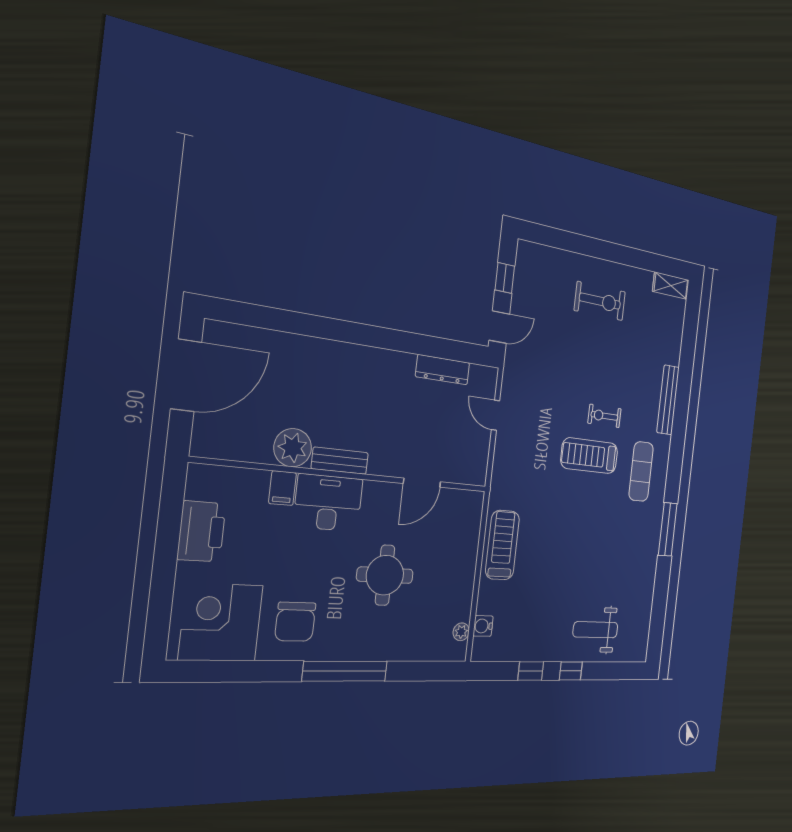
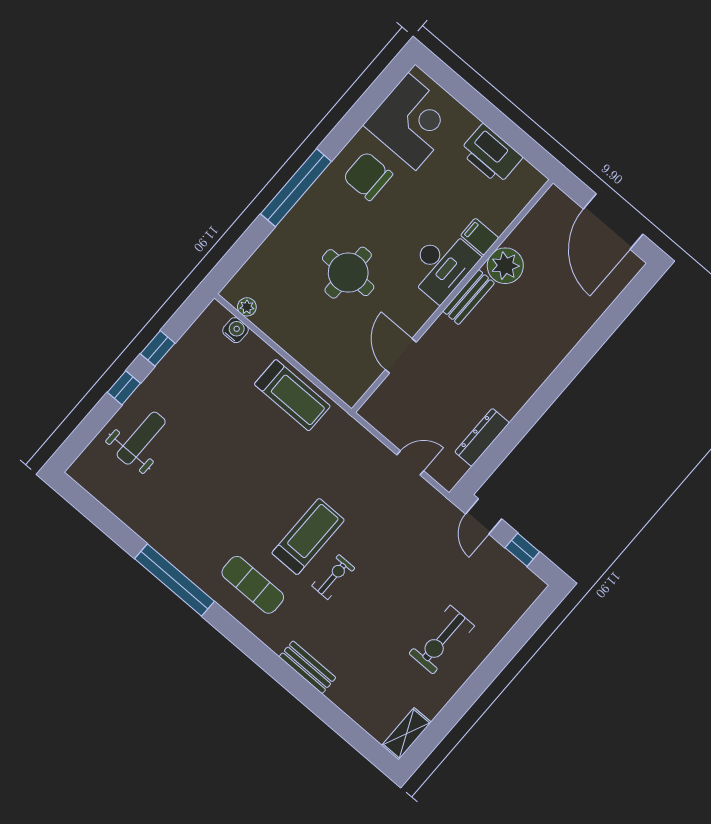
bench: (668, 400) -> (307, 667), width x0.73
window: (668, 529) -> (174, 580), width x1.46

